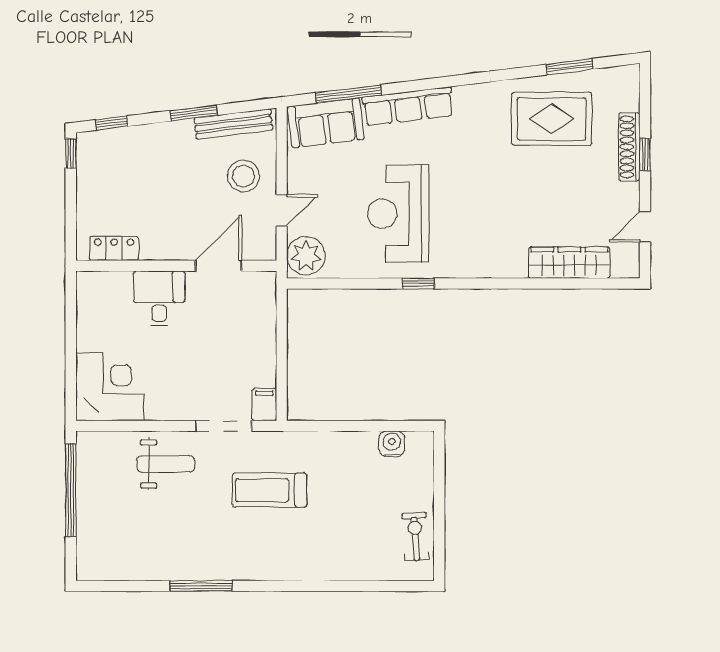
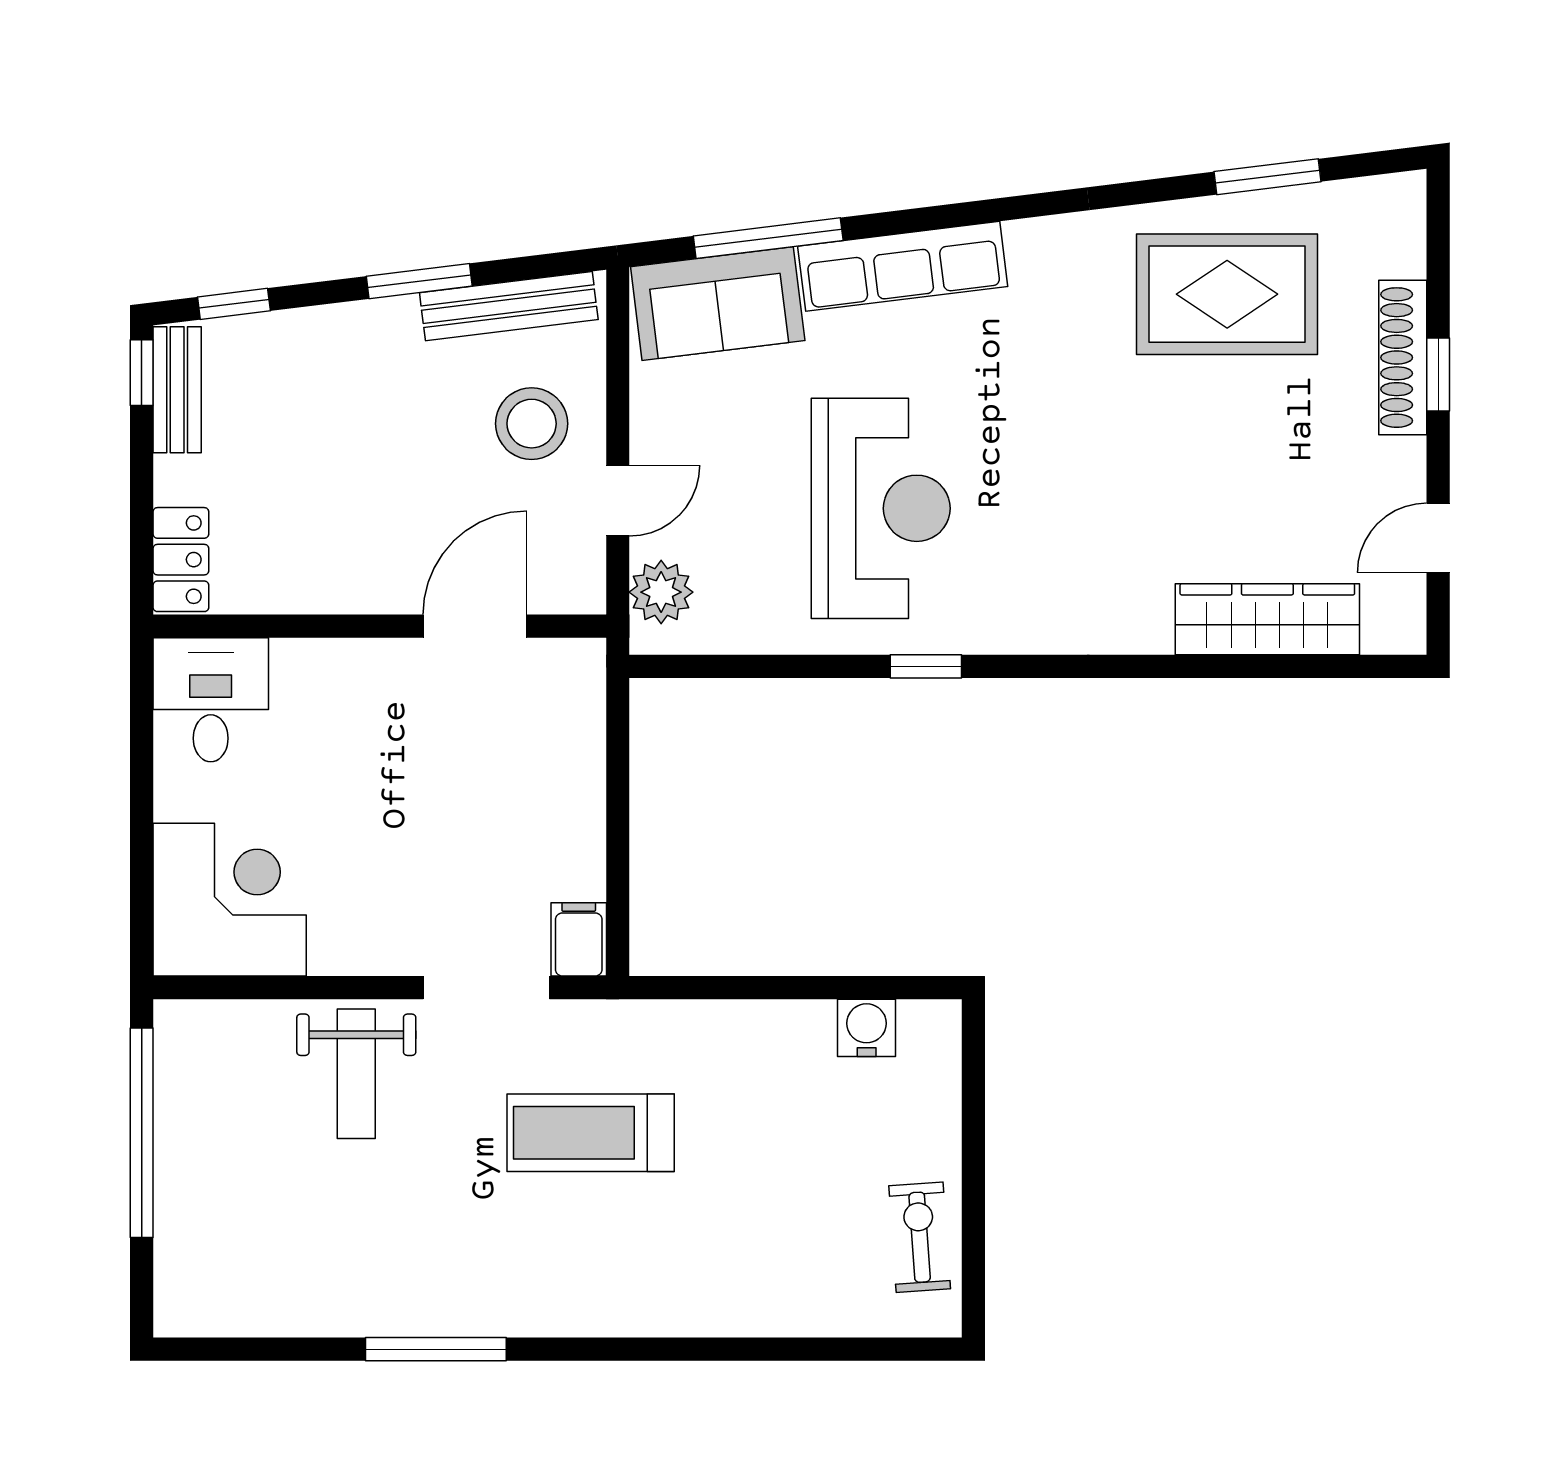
bench: (87, 161) -> (177, 390), added
reception desk: (398, 214) -> (881, 508), turned 180
locker: (114, 248) -> (181, 560), moved, turned 90
plant: (306, 256) -> (661, 592), width x0.73, depth x0.73
desk: (159, 298) -> (211, 700), moved
weight bench: (166, 464) -> (356, 1074), turned 90

